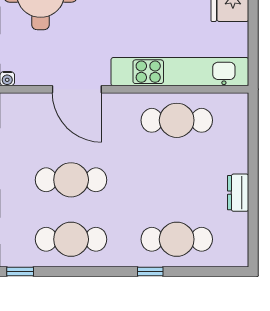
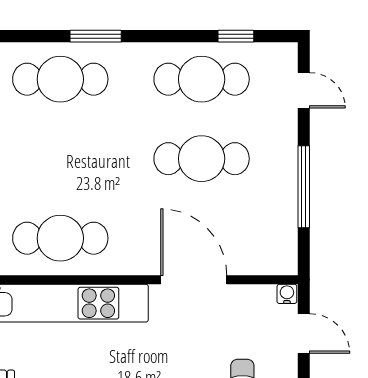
window: (20, 271) -> (236, 36), moved
window: (150, 271) -> (96, 36), width x1.50

